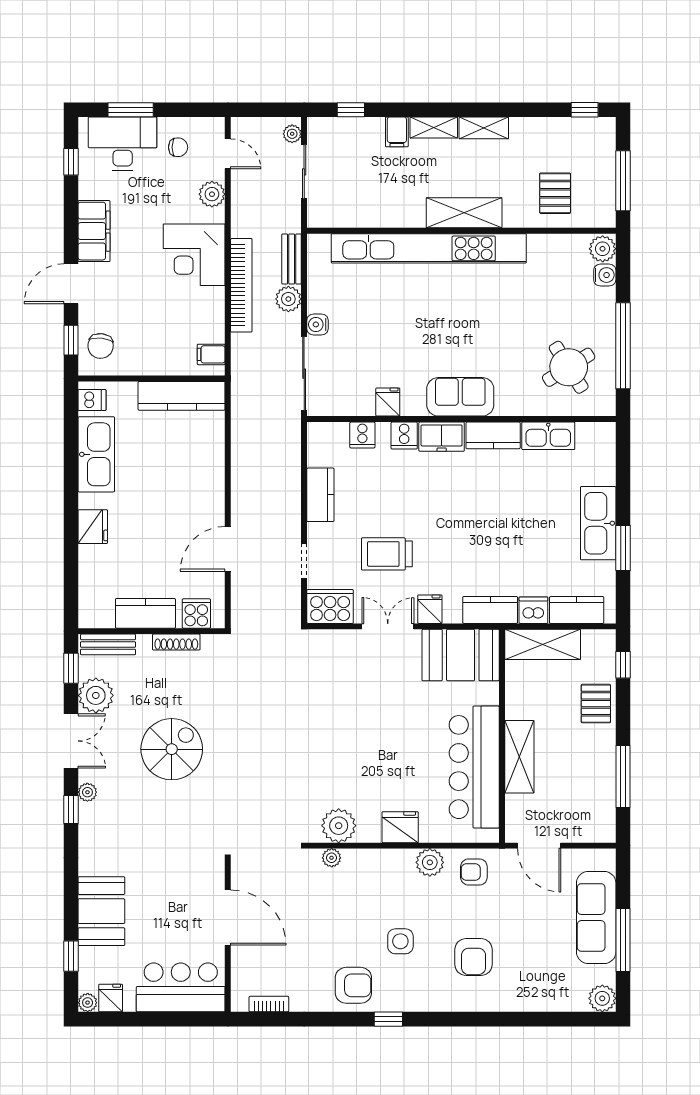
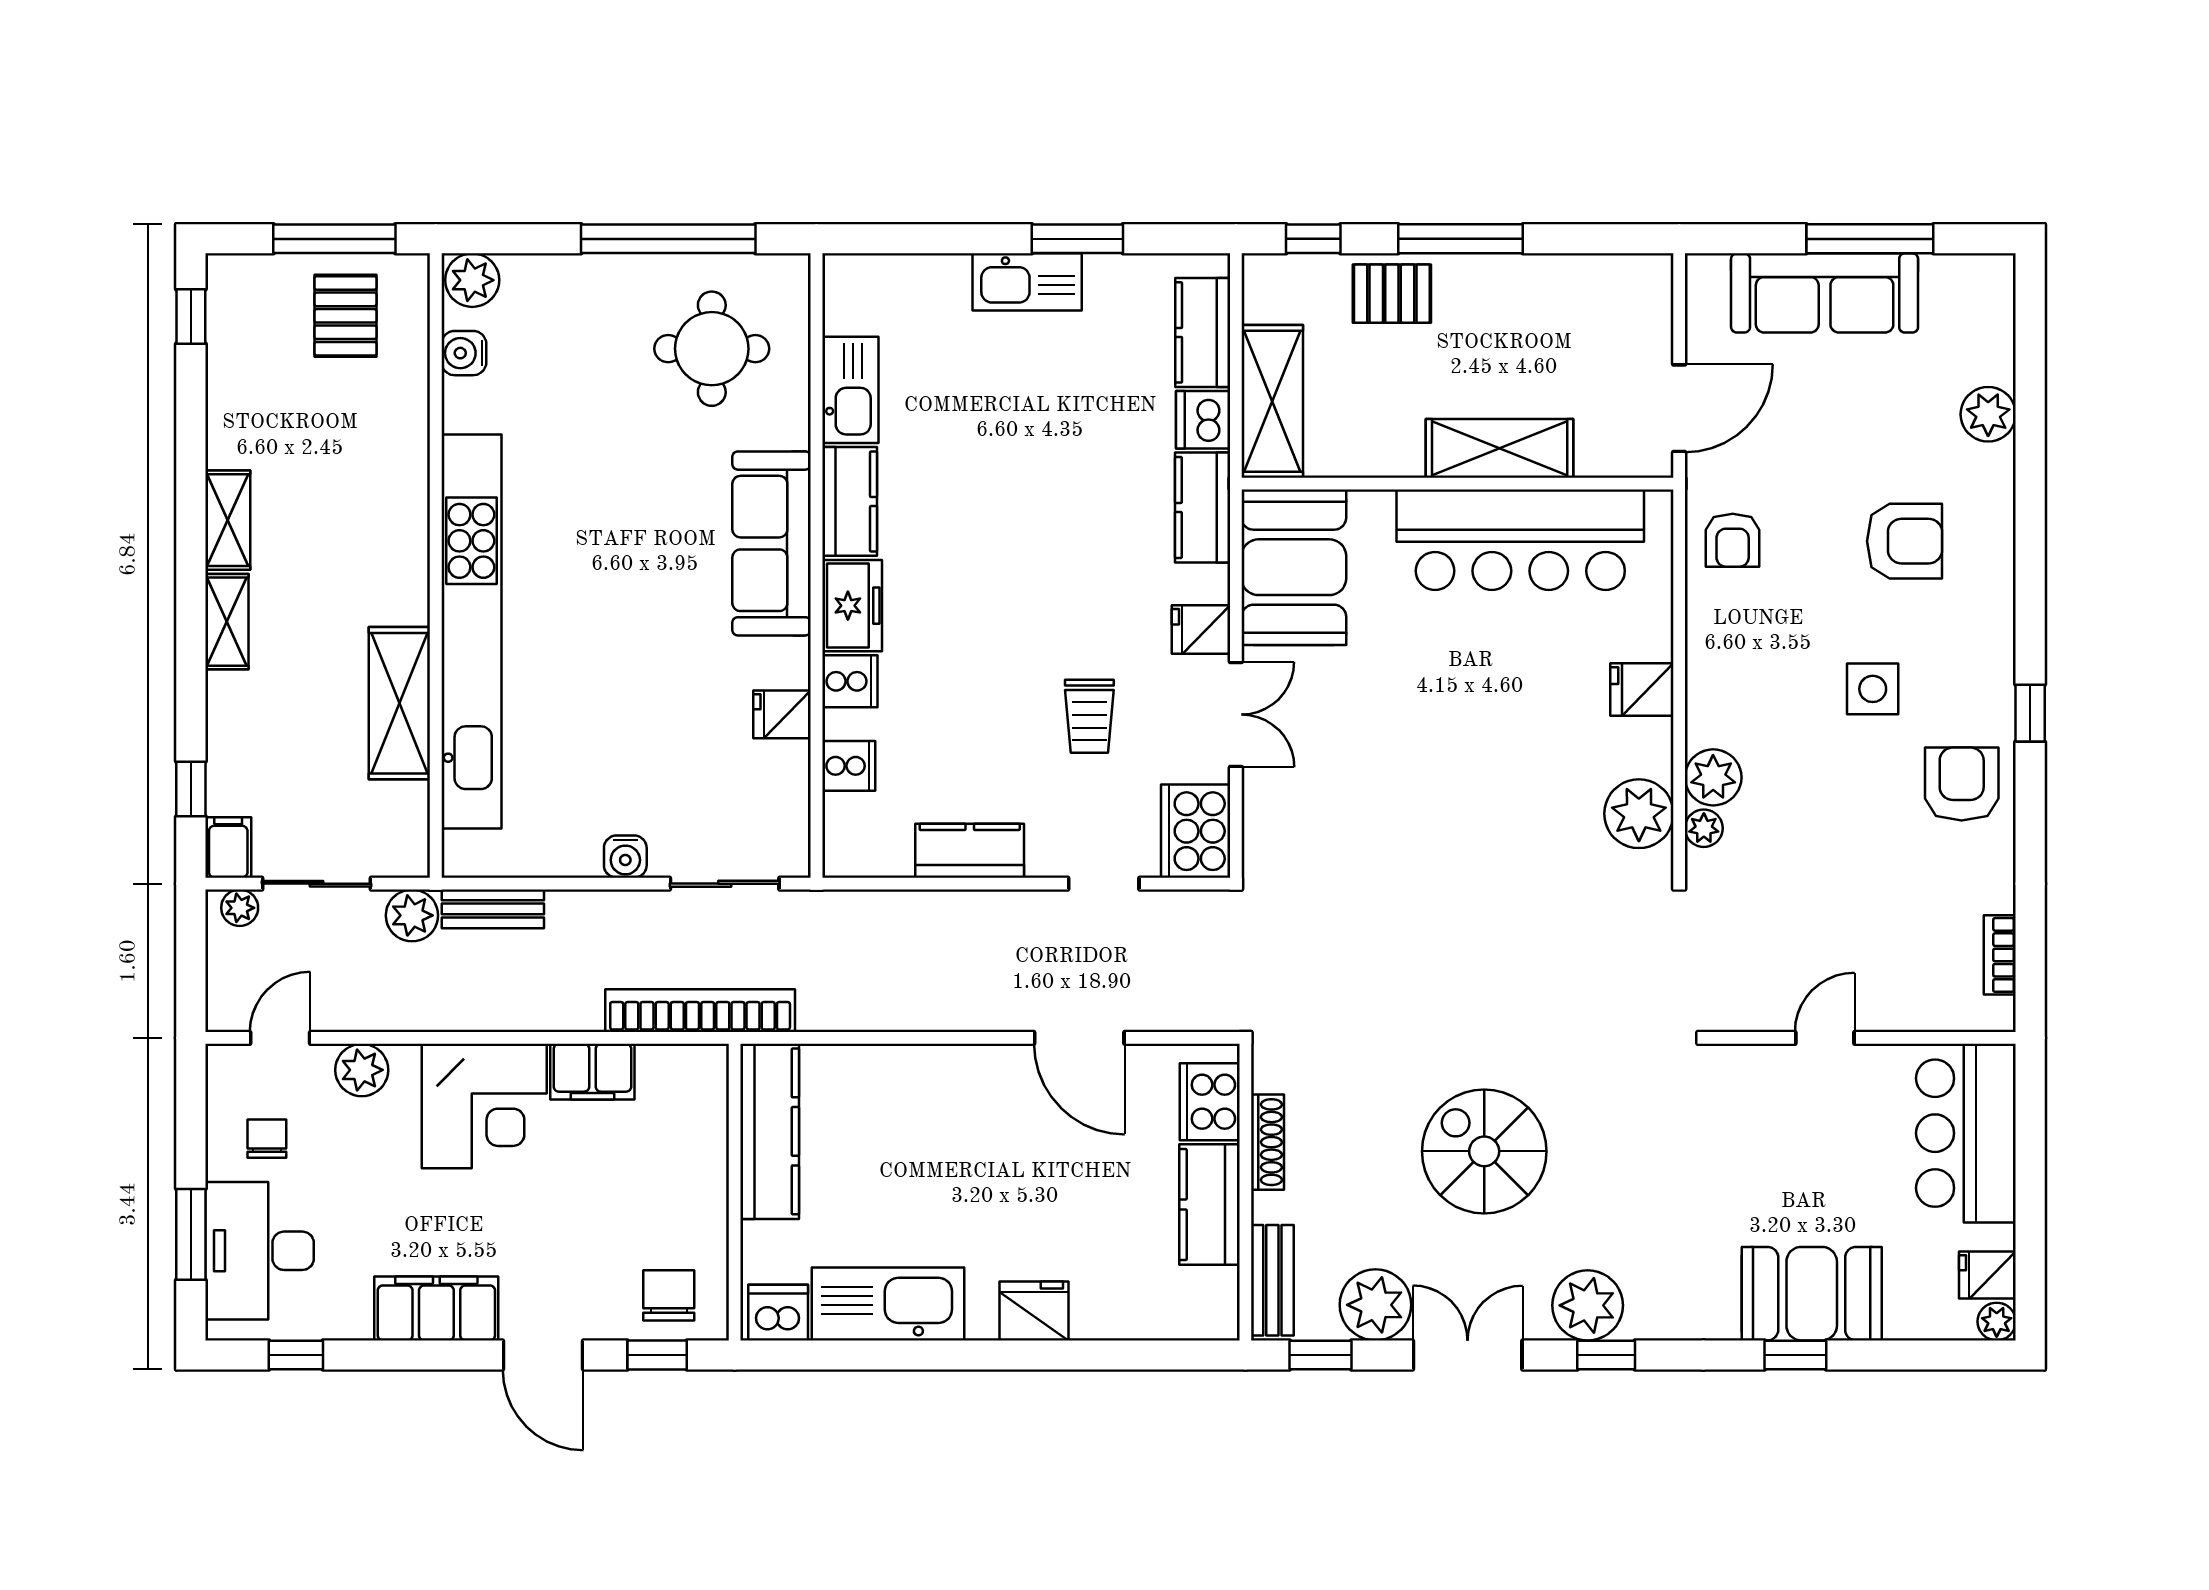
filing cabinet: (397, 132) -> (228, 847), moved, turned -90
pallet: (555, 193) -> (345, 316), moved, turned 90
shelving: (464, 213) -> (399, 703), moved
water cooler: (605, 275) -> (464, 353), moved, turned -90
bookcase: (241, 285) -> (700, 1011), moved
plant: (288, 299) -> (412, 915), moved
chair: (101, 346) -> (669, 1295), turned -96
filing cabinet: (211, 354) -> (592, 1072), moved, width x2.00
round table: (569, 367) -> (712, 349), turned 32
sliding door: (304, 374) -> (725, 884), width x0.73
sofa: (460, 397) -> (772, 543), width x1.36
dishwasher: (92, 400) -> (778, 1313), width x1.38
kitchen sink: (598, 523) -> (1027, 282), width x0.73, depth x0.81
trolley: (387, 554) -> (1089, 716), width x0.73, depth x0.72
cooker: (196, 614) -> (1210, 1102), width x1.36
double door: (388, 626) -> (1236, 714), swing flipped
window: (623, 777) -> (1460, 239), moved
plant: (87, 792) -> (1588, 1305), width x1.87, depth x1.87
fridge: (400, 827) -> (1642, 689), width x0.72
plant: (430, 862) -> (1713, 777), moved
door: (228, 918) -> (1825, 1038), width x0.53
window: (71, 956) -> (1795, 1355), moved
plant: (602, 998) -> (1988, 414), moved

